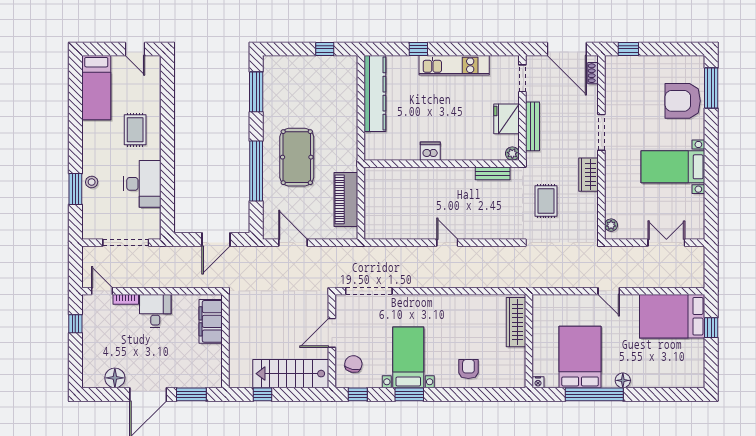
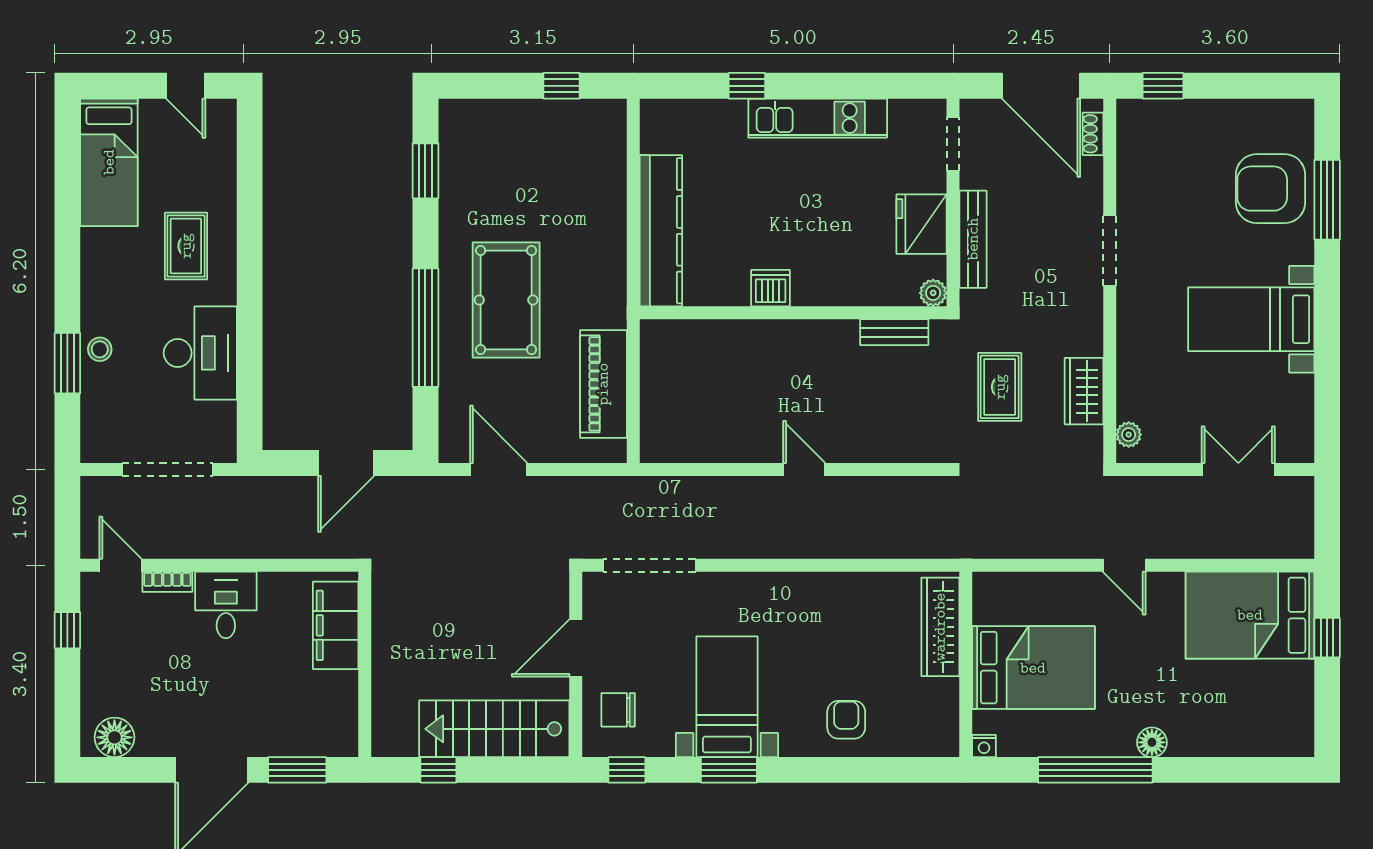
window: (711, 88) -> (1327, 200), moved
window: (256, 92) -> (425, 171), width x0.69
kitchen counter: (375, 94) -> (661, 231), moved
wardrobe: (588, 175) -> (1084, 391), moved
bed: (580, 357) -> (1033, 668), moved, turned 90
chair: (353, 364) -> (618, 710), turned -101
floor lamp: (115, 378) -> (114, 737), moved

